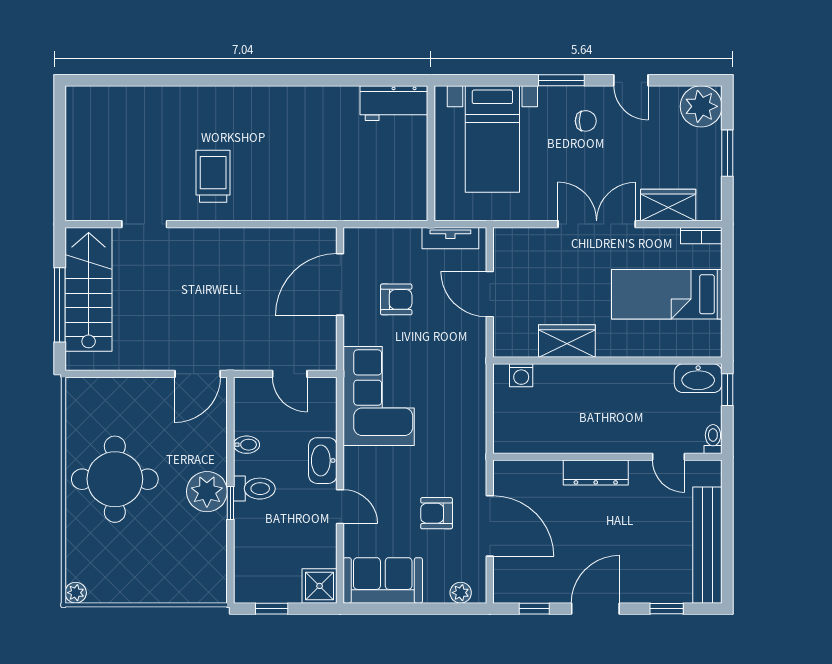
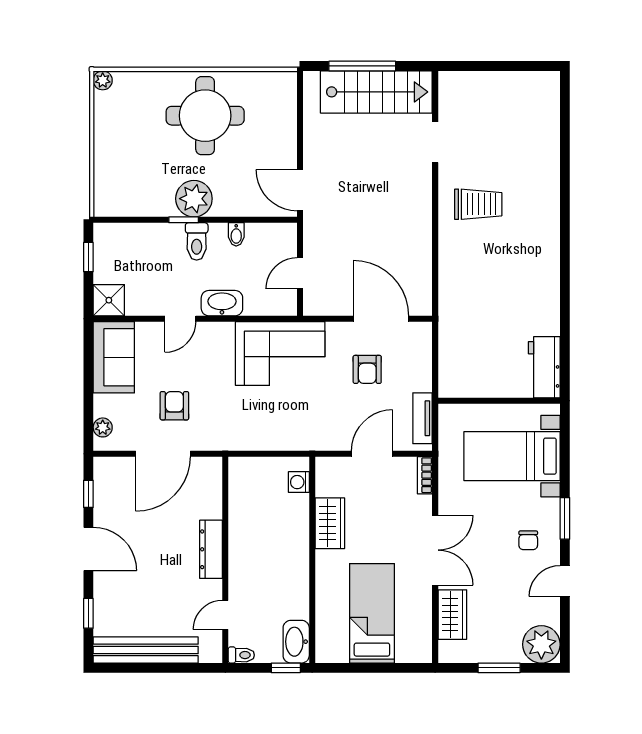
bookcase: (701, 236) -> (425, 475), moved

